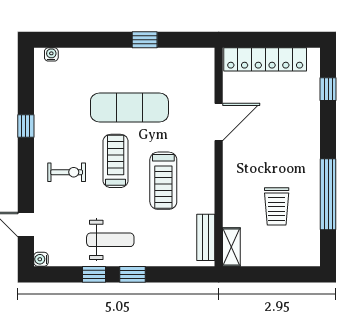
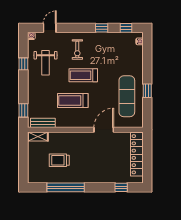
window: (26, 80) -> (126, 28), added
exercise mat: (129, 107) -> (127, 96), moved
door: (219, 122) -> (104, 130), swing flipped
treadmill: (116, 161) -> (83, 75), turned 180
weight bench: (110, 240) -> (45, 63), moved
window: (132, 274) -> (23, 110), moved

